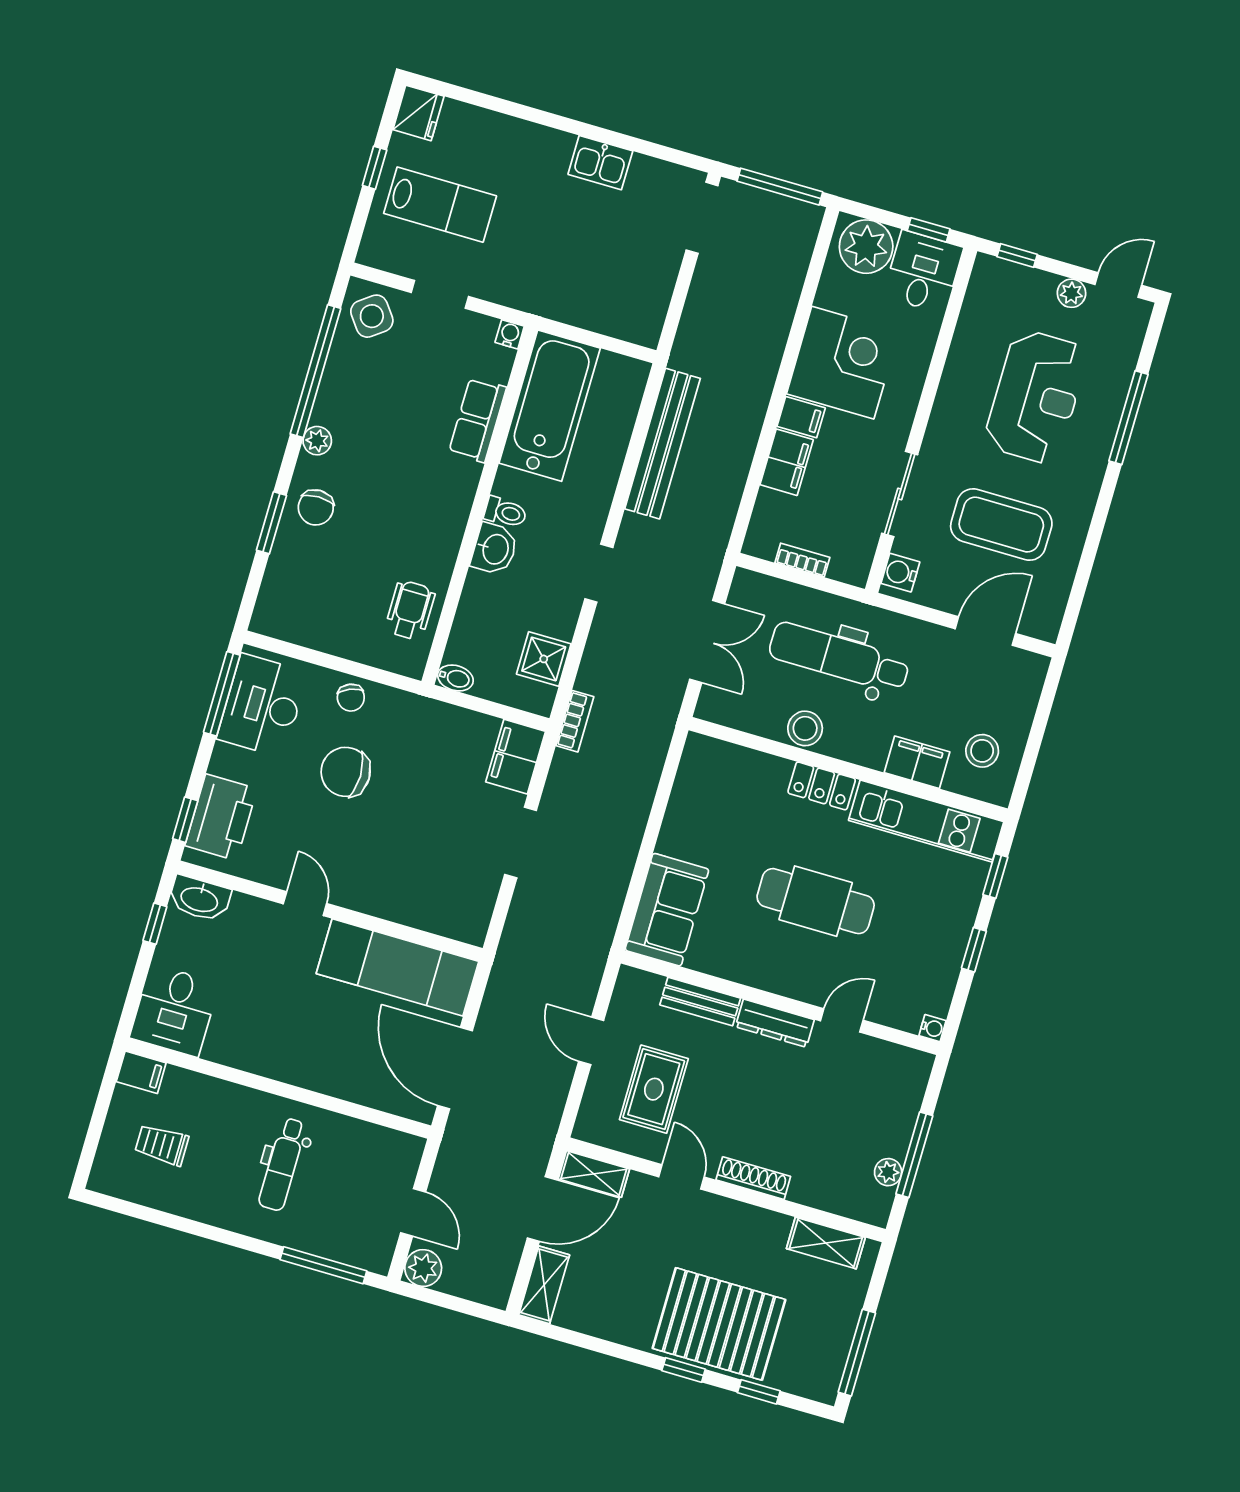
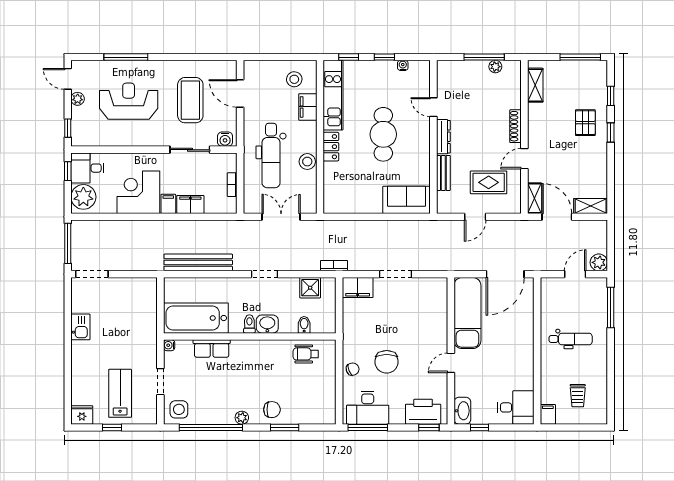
side table: (372, 316) -> (179, 409), turned 38
bidet: (455, 678) -> (304, 325), moved
water cooler: (932, 1028) -> (403, 65), moved
pallet: (719, 1324) -> (585, 123), width x0.49, depth x0.50

